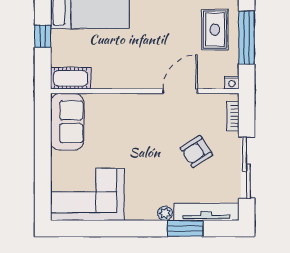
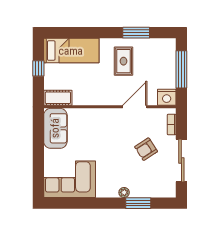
rug: (215, 30) -> (123, 61), moved
nightstand: (232, 83) -> (167, 97), width x1.89, depth x1.79
tv unit: (206, 212) -> (153, 191), removed

